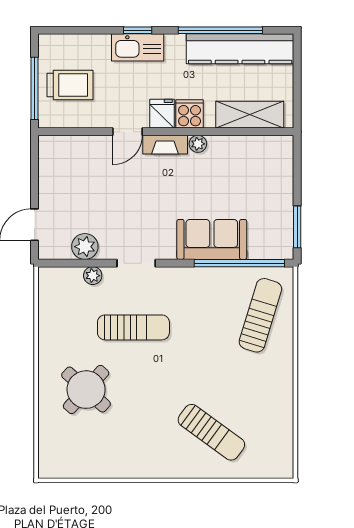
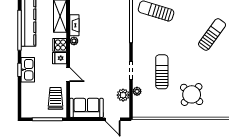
trolley: (70, 85) -> (55, 98), moved
fireplace: (165, 145) -> (74, 25), moved
sofa: (212, 239) -> (86, 108), moved, turned 90

